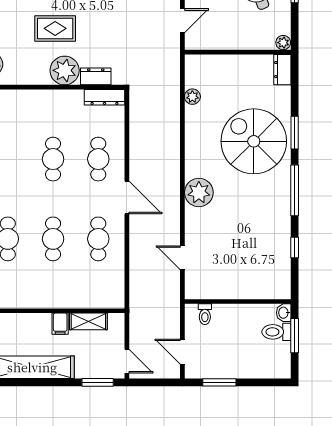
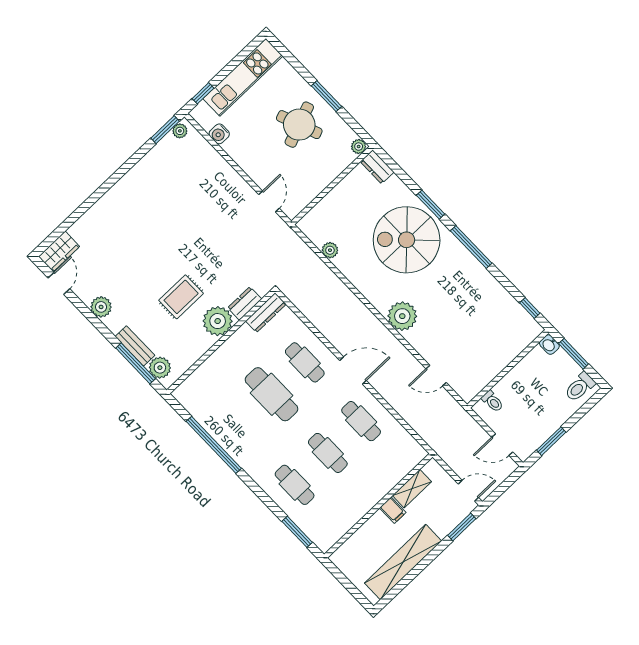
cafe table: (53, 159) -> (272, 394), width x1.37, depth x1.35
window: (295, 248) -> (530, 308), moved
toilet: (276, 332) -> (580, 387), moved

